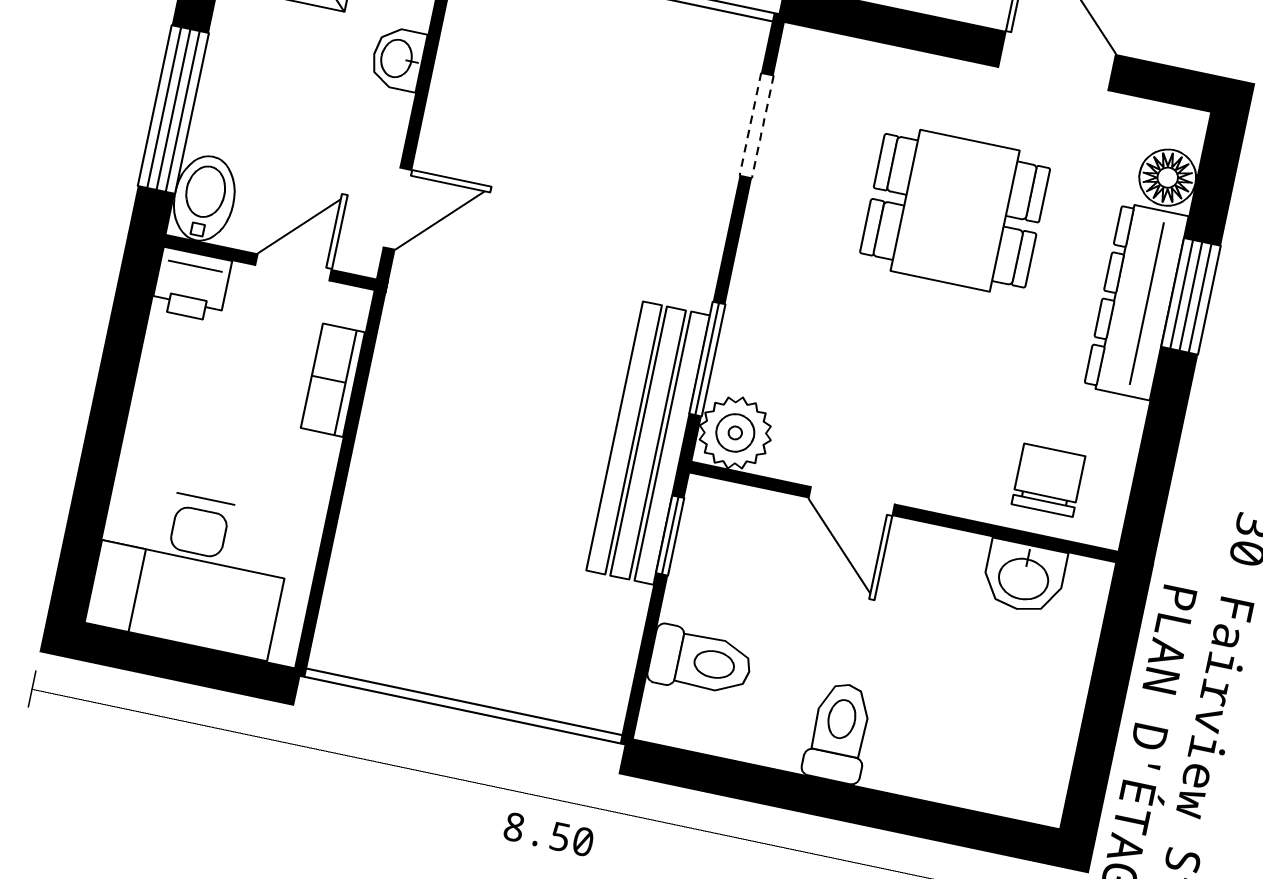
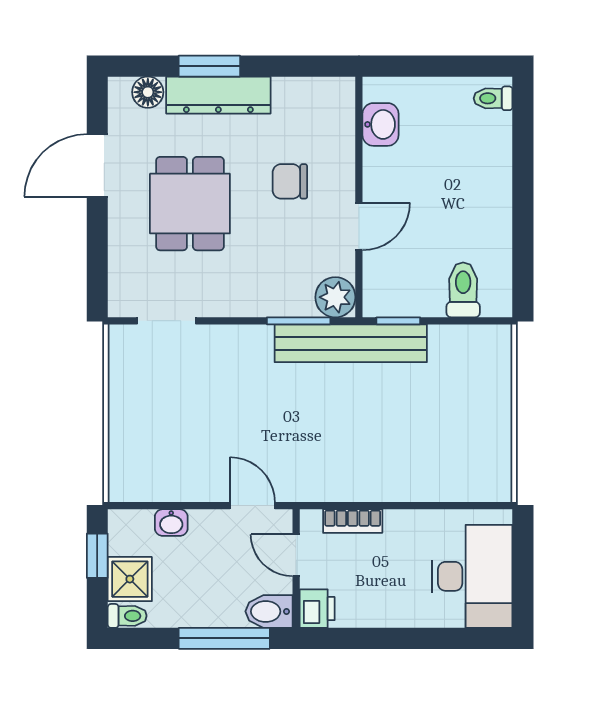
chair: (1048, 480) -> (290, 181), moved
toilet: (839, 732) -> (493, 98), moved, width x0.73, depth x0.72

